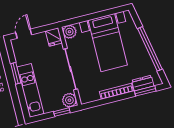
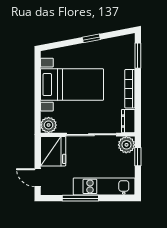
fridge: (54, 37) -> (53, 151), width x1.88, depth x1.34
window: (150, 49) -> (91, 38), width x0.32
window: (16, 73) -> (80, 198), width x1.44
dresser: (143, 83) -> (128, 121), moved

